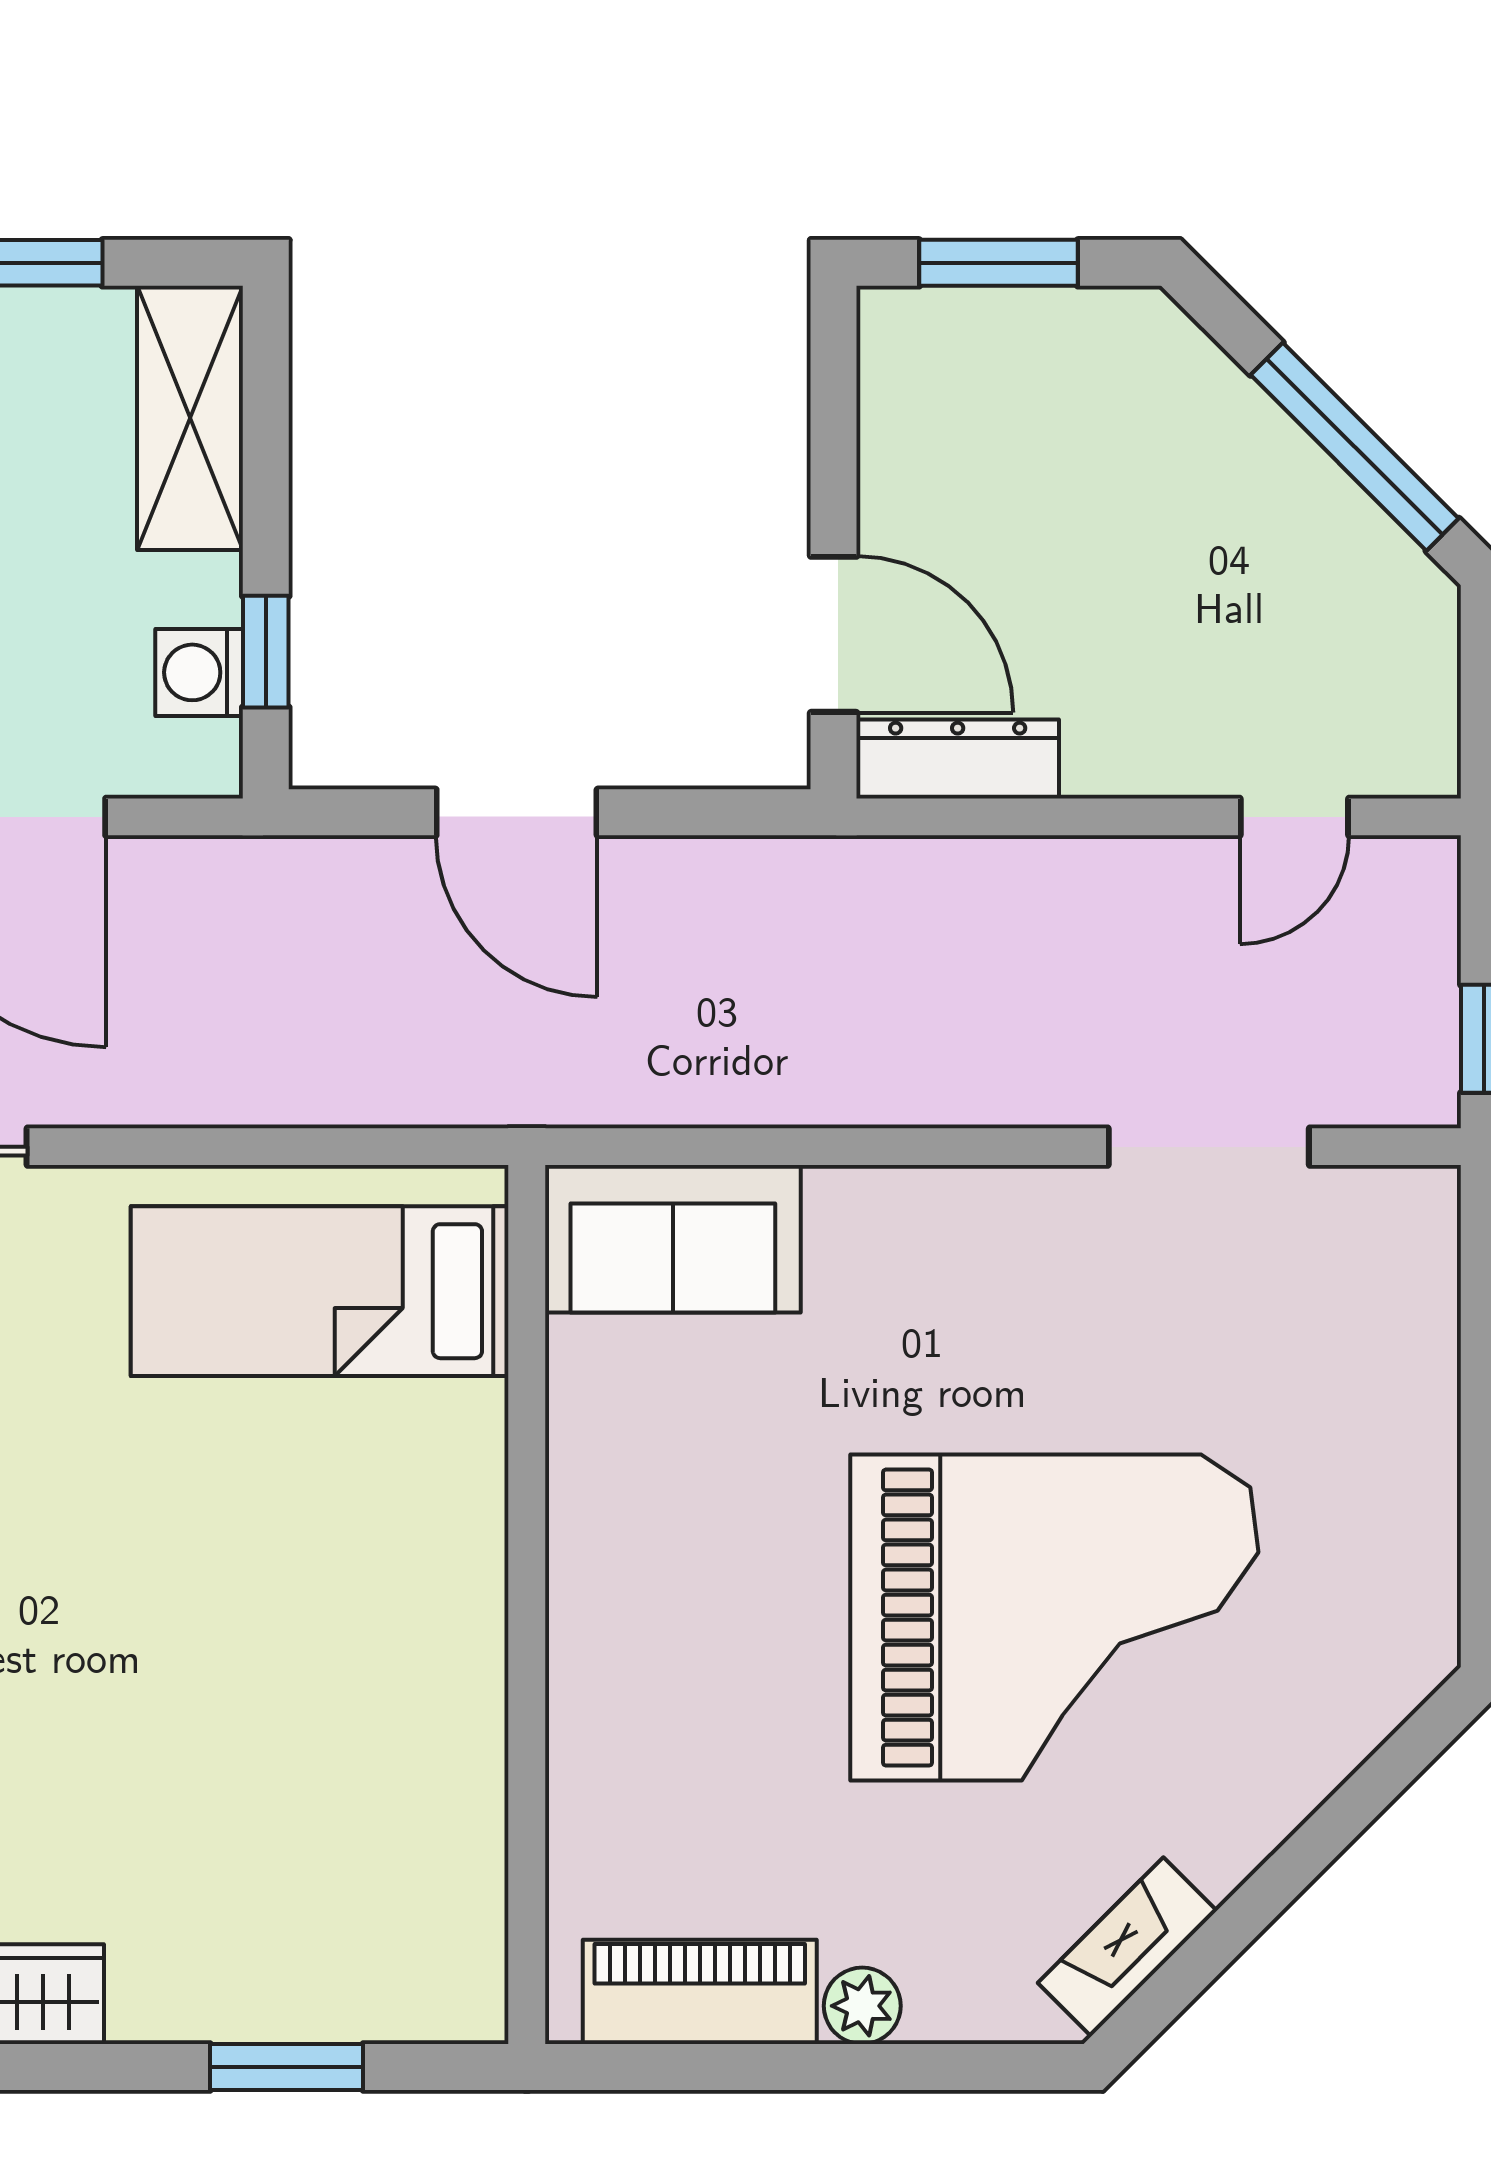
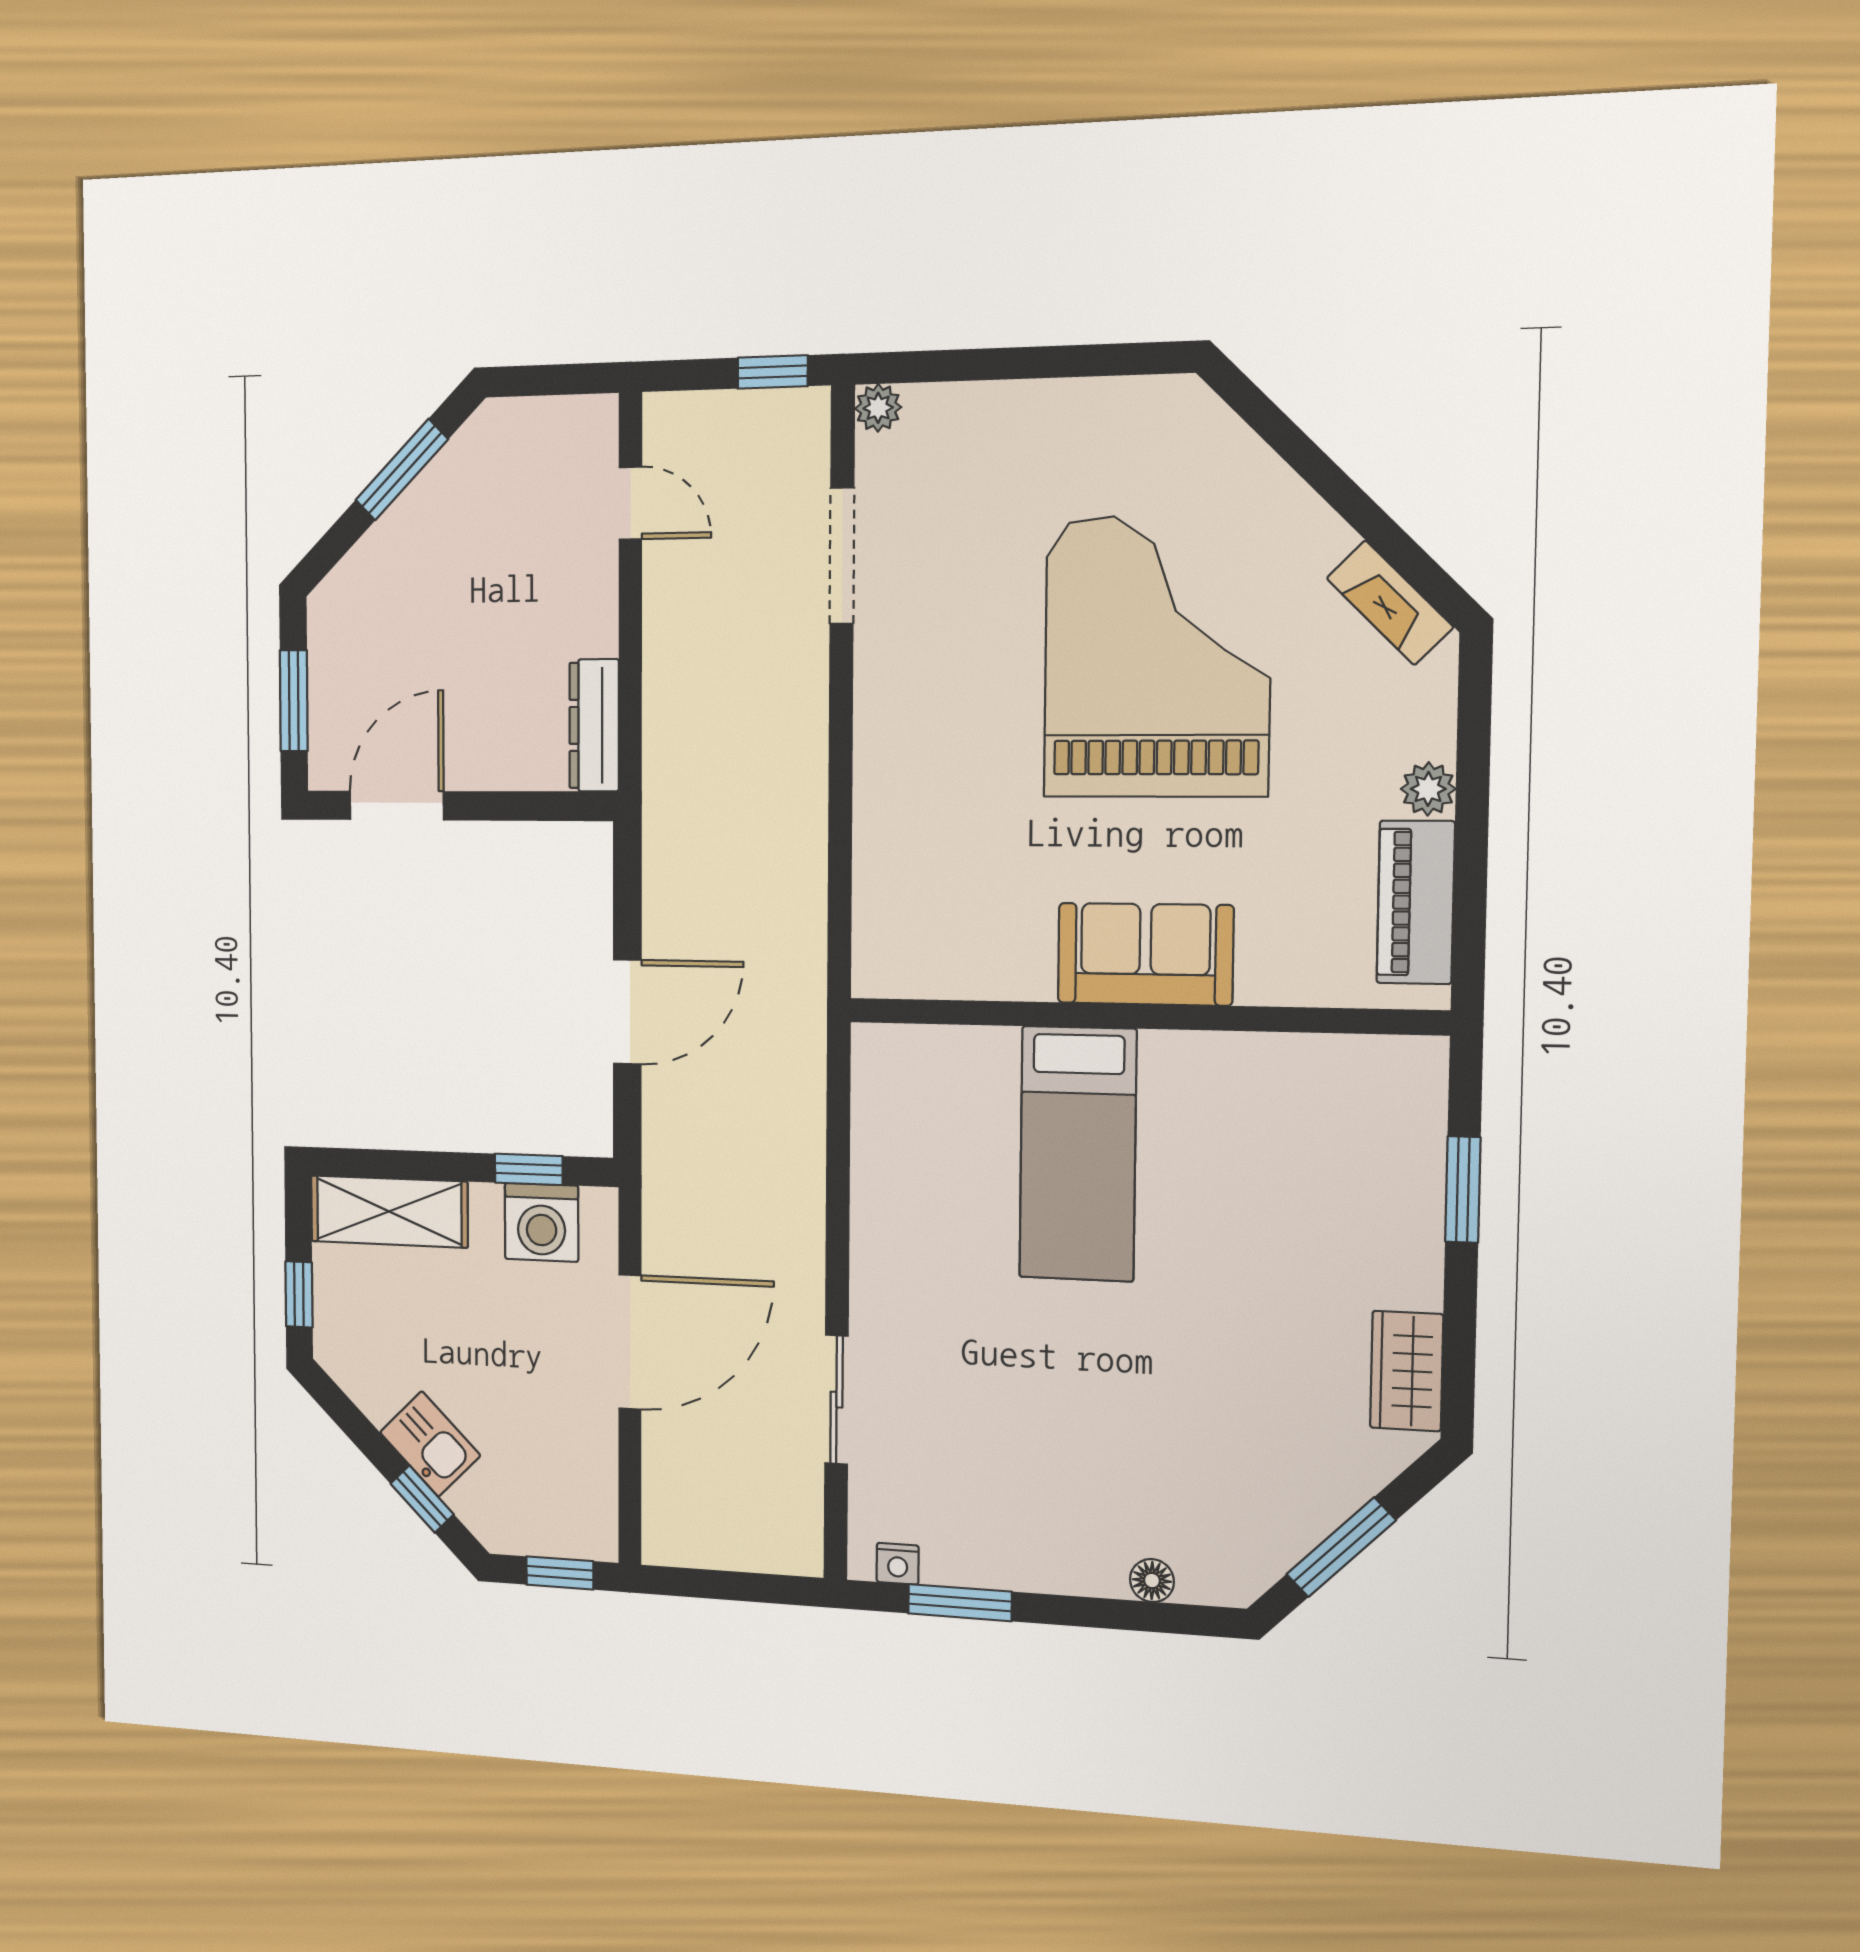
window: (1355, 447) -> (402, 470), width x0.69
door: (834, 634) -> (397, 806), moved
washing machine: (199, 672) -> (542, 1222), width x1.38, depth x1.38
plant: (1426, 1200) -> (878, 408), added
sofa: (673, 1239) -> (1145, 954), moved, turned -90
bed: (320, 1291) -> (1078, 1154), moved

